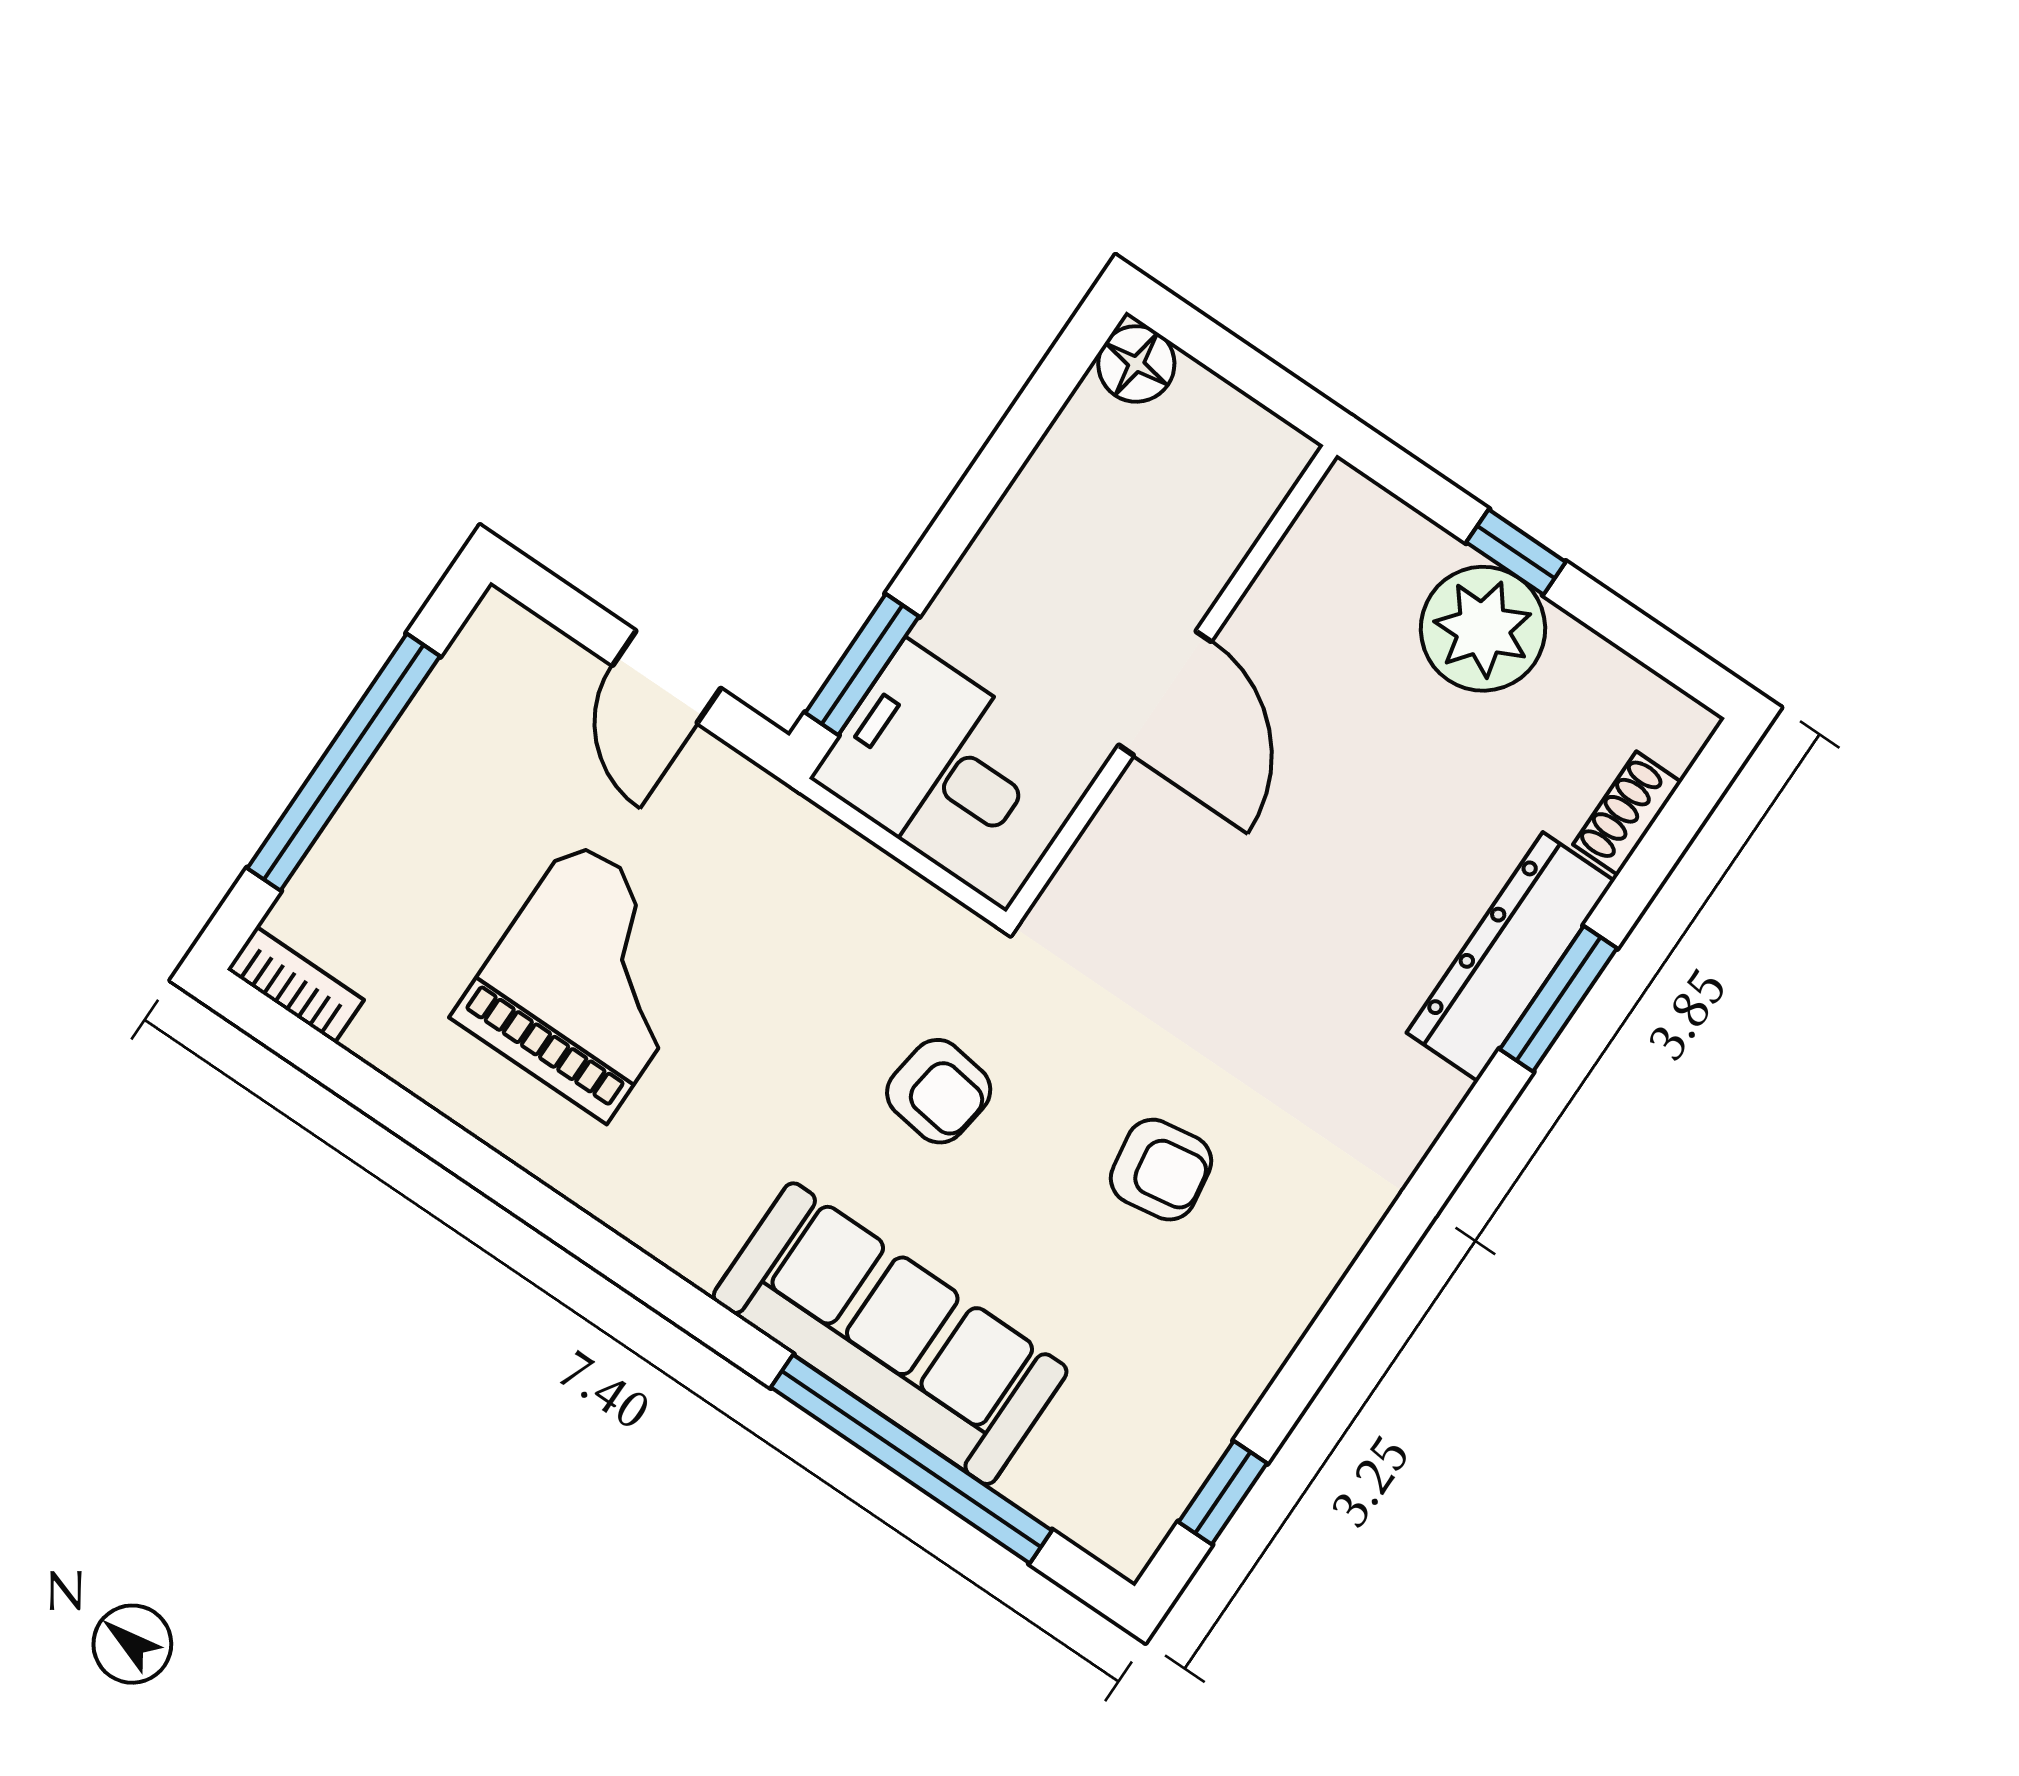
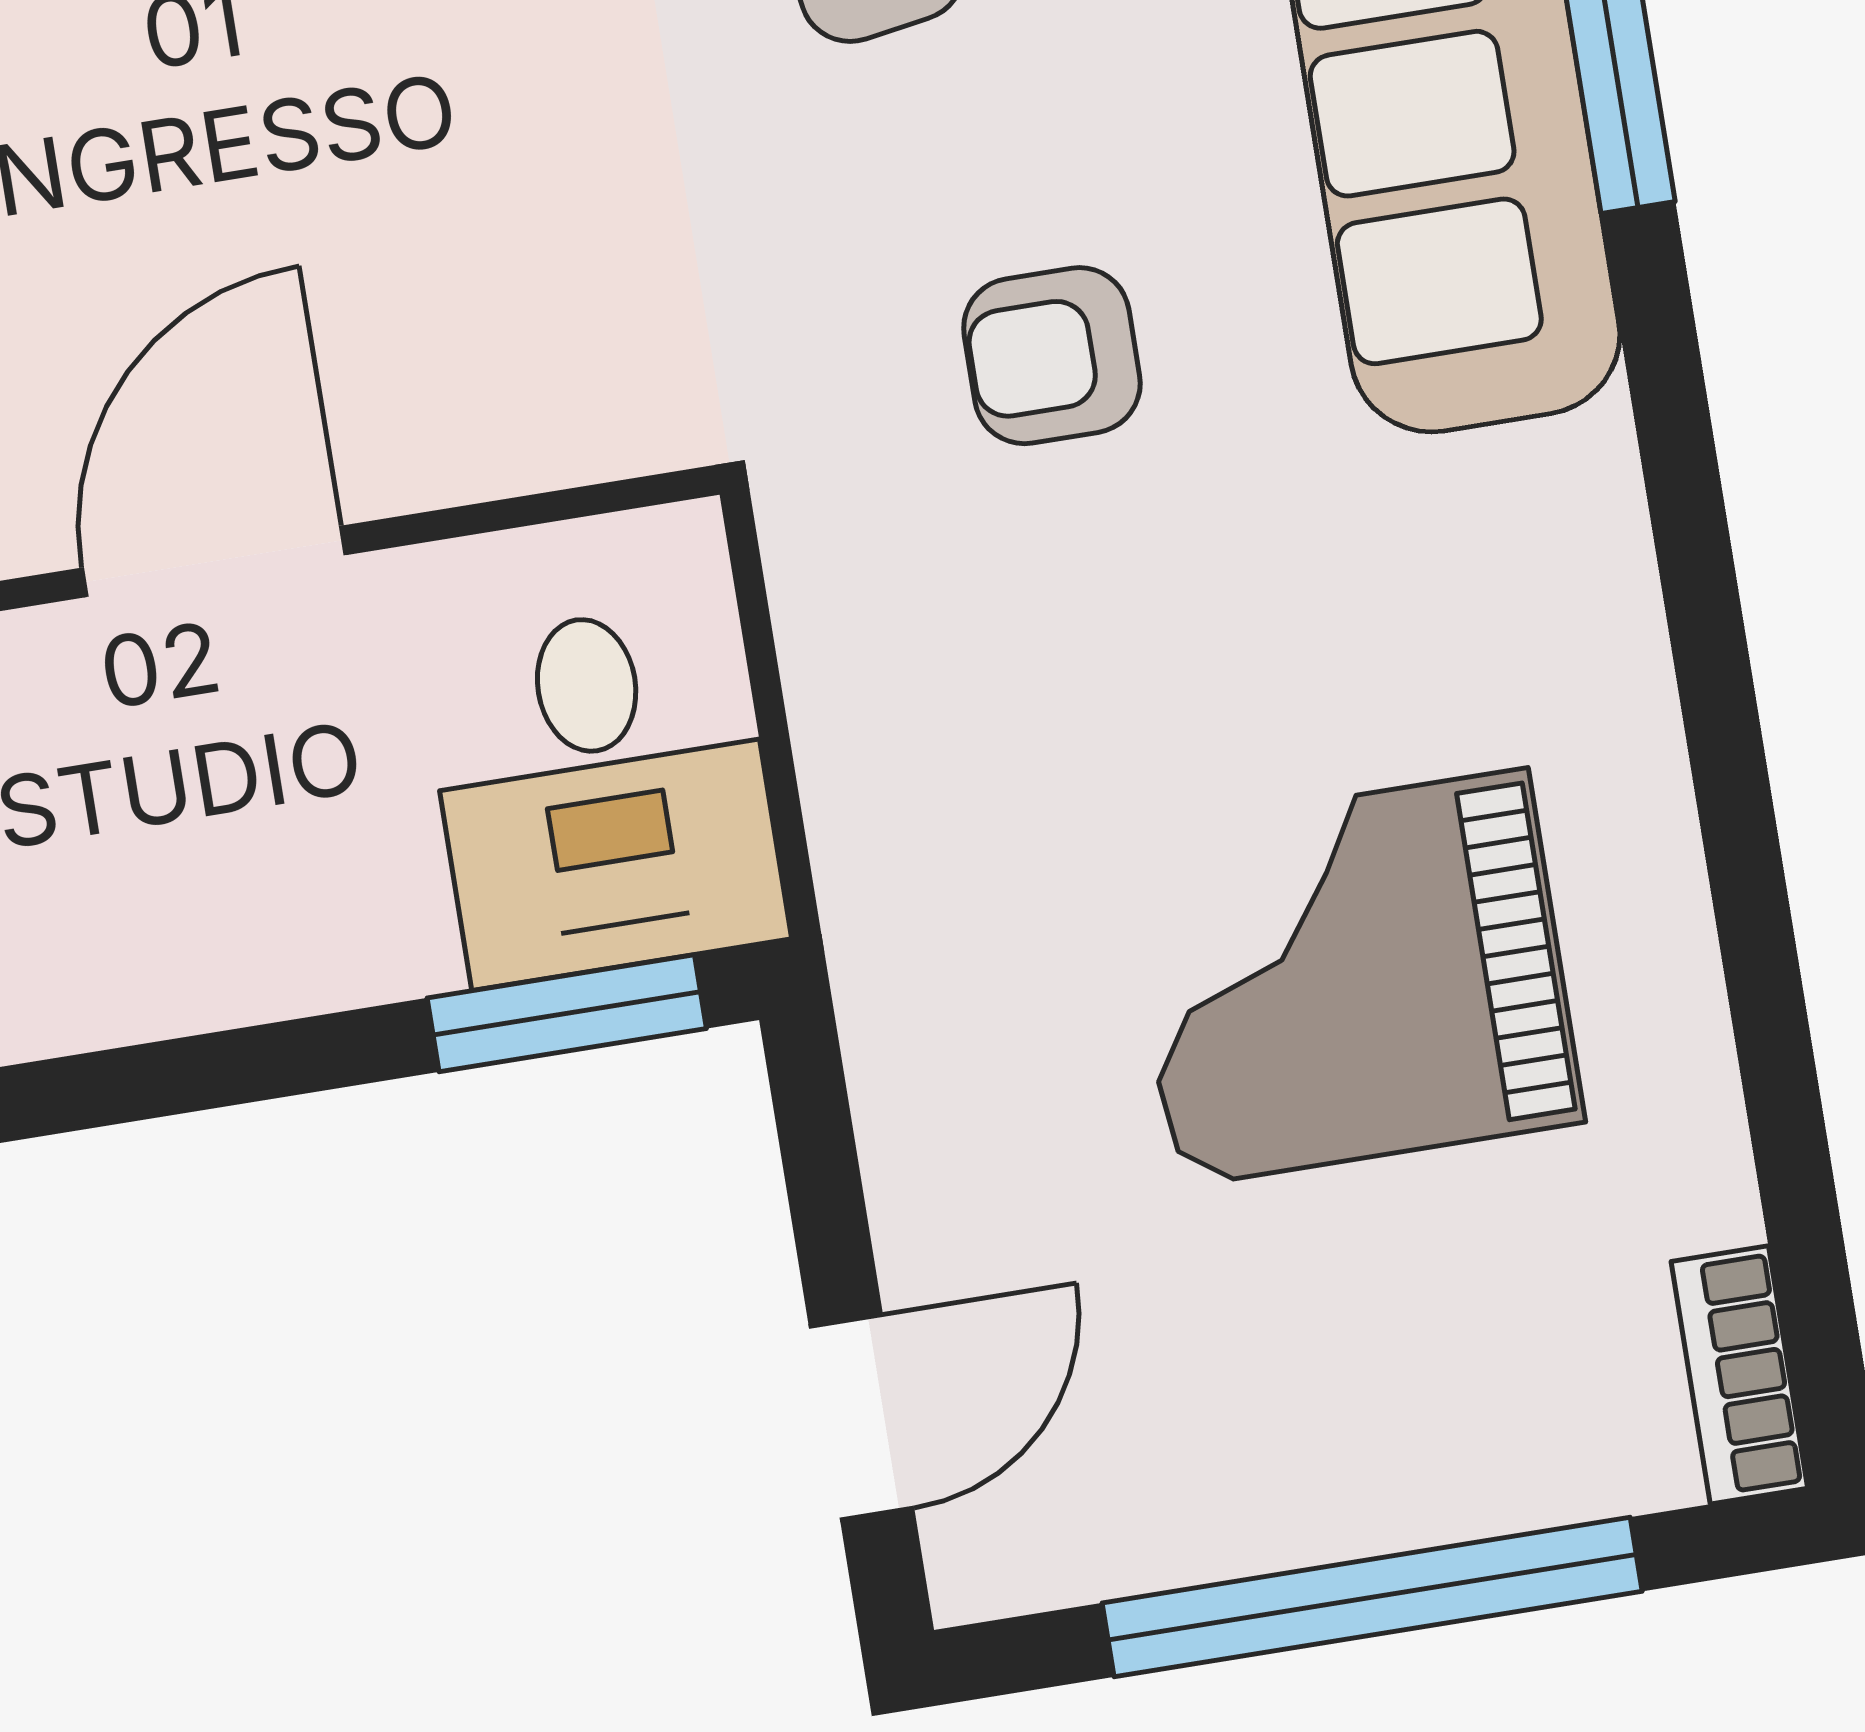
door: (667, 677) -> (862, 1417), moved
armchair: (939, 1091) -> (1052, 356), turned -98

